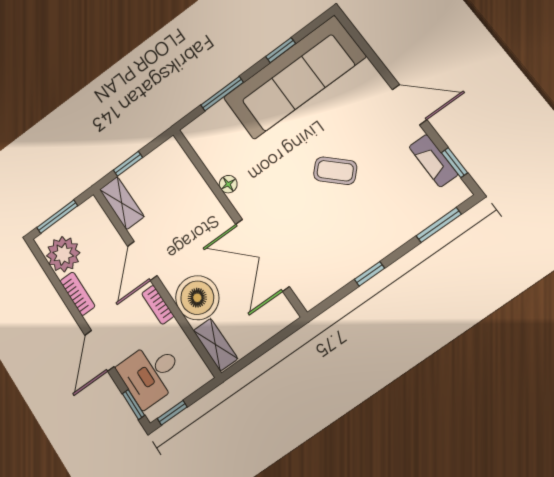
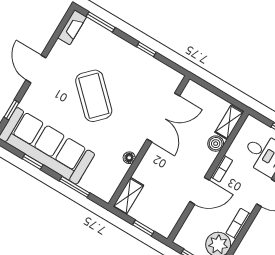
fireplace: (433, 161) -> (72, 27), moved
window: (455, 163) -> (11, 110), moved
coffee table: (335, 171) -> (94, 96), width x1.86, depth x1.72
shelving: (122, 203) -> (128, 196), moved
boiler: (197, 298) -> (216, 144), width x0.54, depth x0.54

